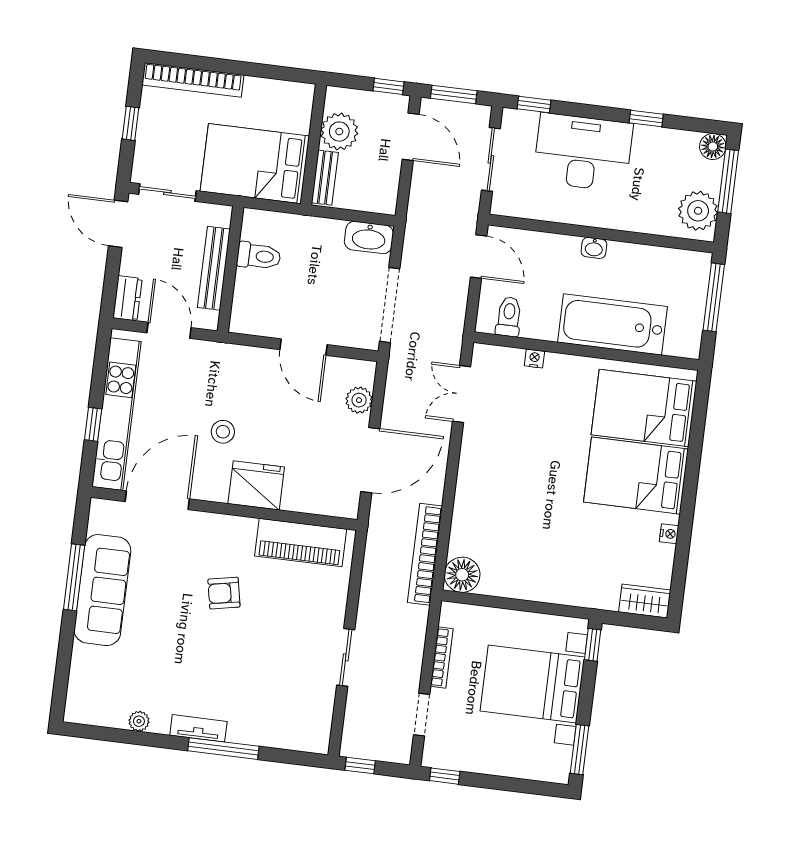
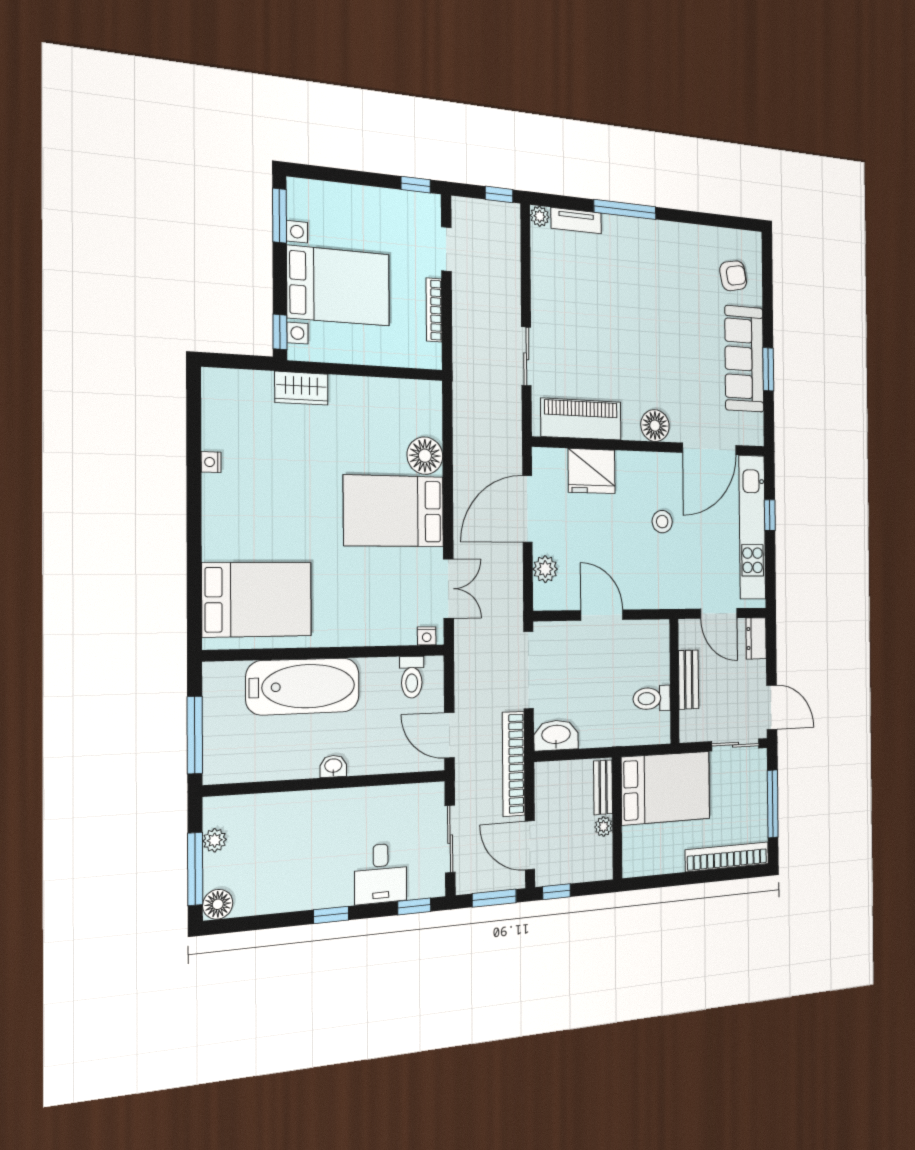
window: (646, 118) -> (331, 915), moved
window: (131, 123) -> (773, 804), width x2.17
plant: (339, 132) -> (604, 826), width x0.53, depth x0.53
desk: (583, 152) -> (381, 874), width x0.53, depth x0.77
plant: (698, 211) -> (215, 840), width x0.53, depth x0.53
bench: (214, 268) -> (689, 680), width x0.73
nightstand: (534, 359) -> (427, 636), moved
bed: (636, 476) -> (394, 511), moved, turned 180
fridge: (256, 485) -> (592, 471), moved
floor lamp: (218, 529) -> (655, 426), added
bookcase: (425, 554) -> (514, 764), moved, turned 180
floor lamp: (462, 575) -> (425, 456), moved
window: (74, 577) -> (768, 369), width x0.69
armchair: (224, 593) -> (733, 276), moved
wardrobe: (645, 601) -> (301, 388), moved
sliding door: (346, 657) -> (526, 356), moved
plant: (139, 721) -> (540, 216), moved
tv unit: (198, 728) -> (576, 221), moved

